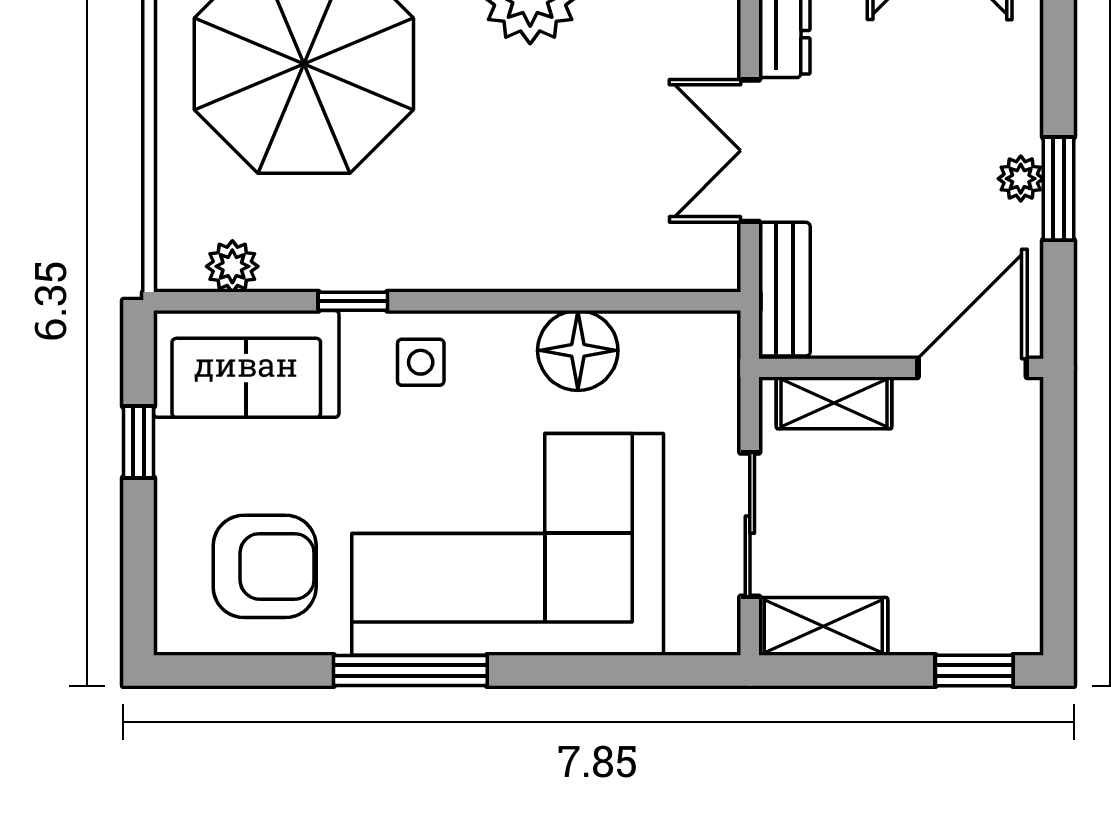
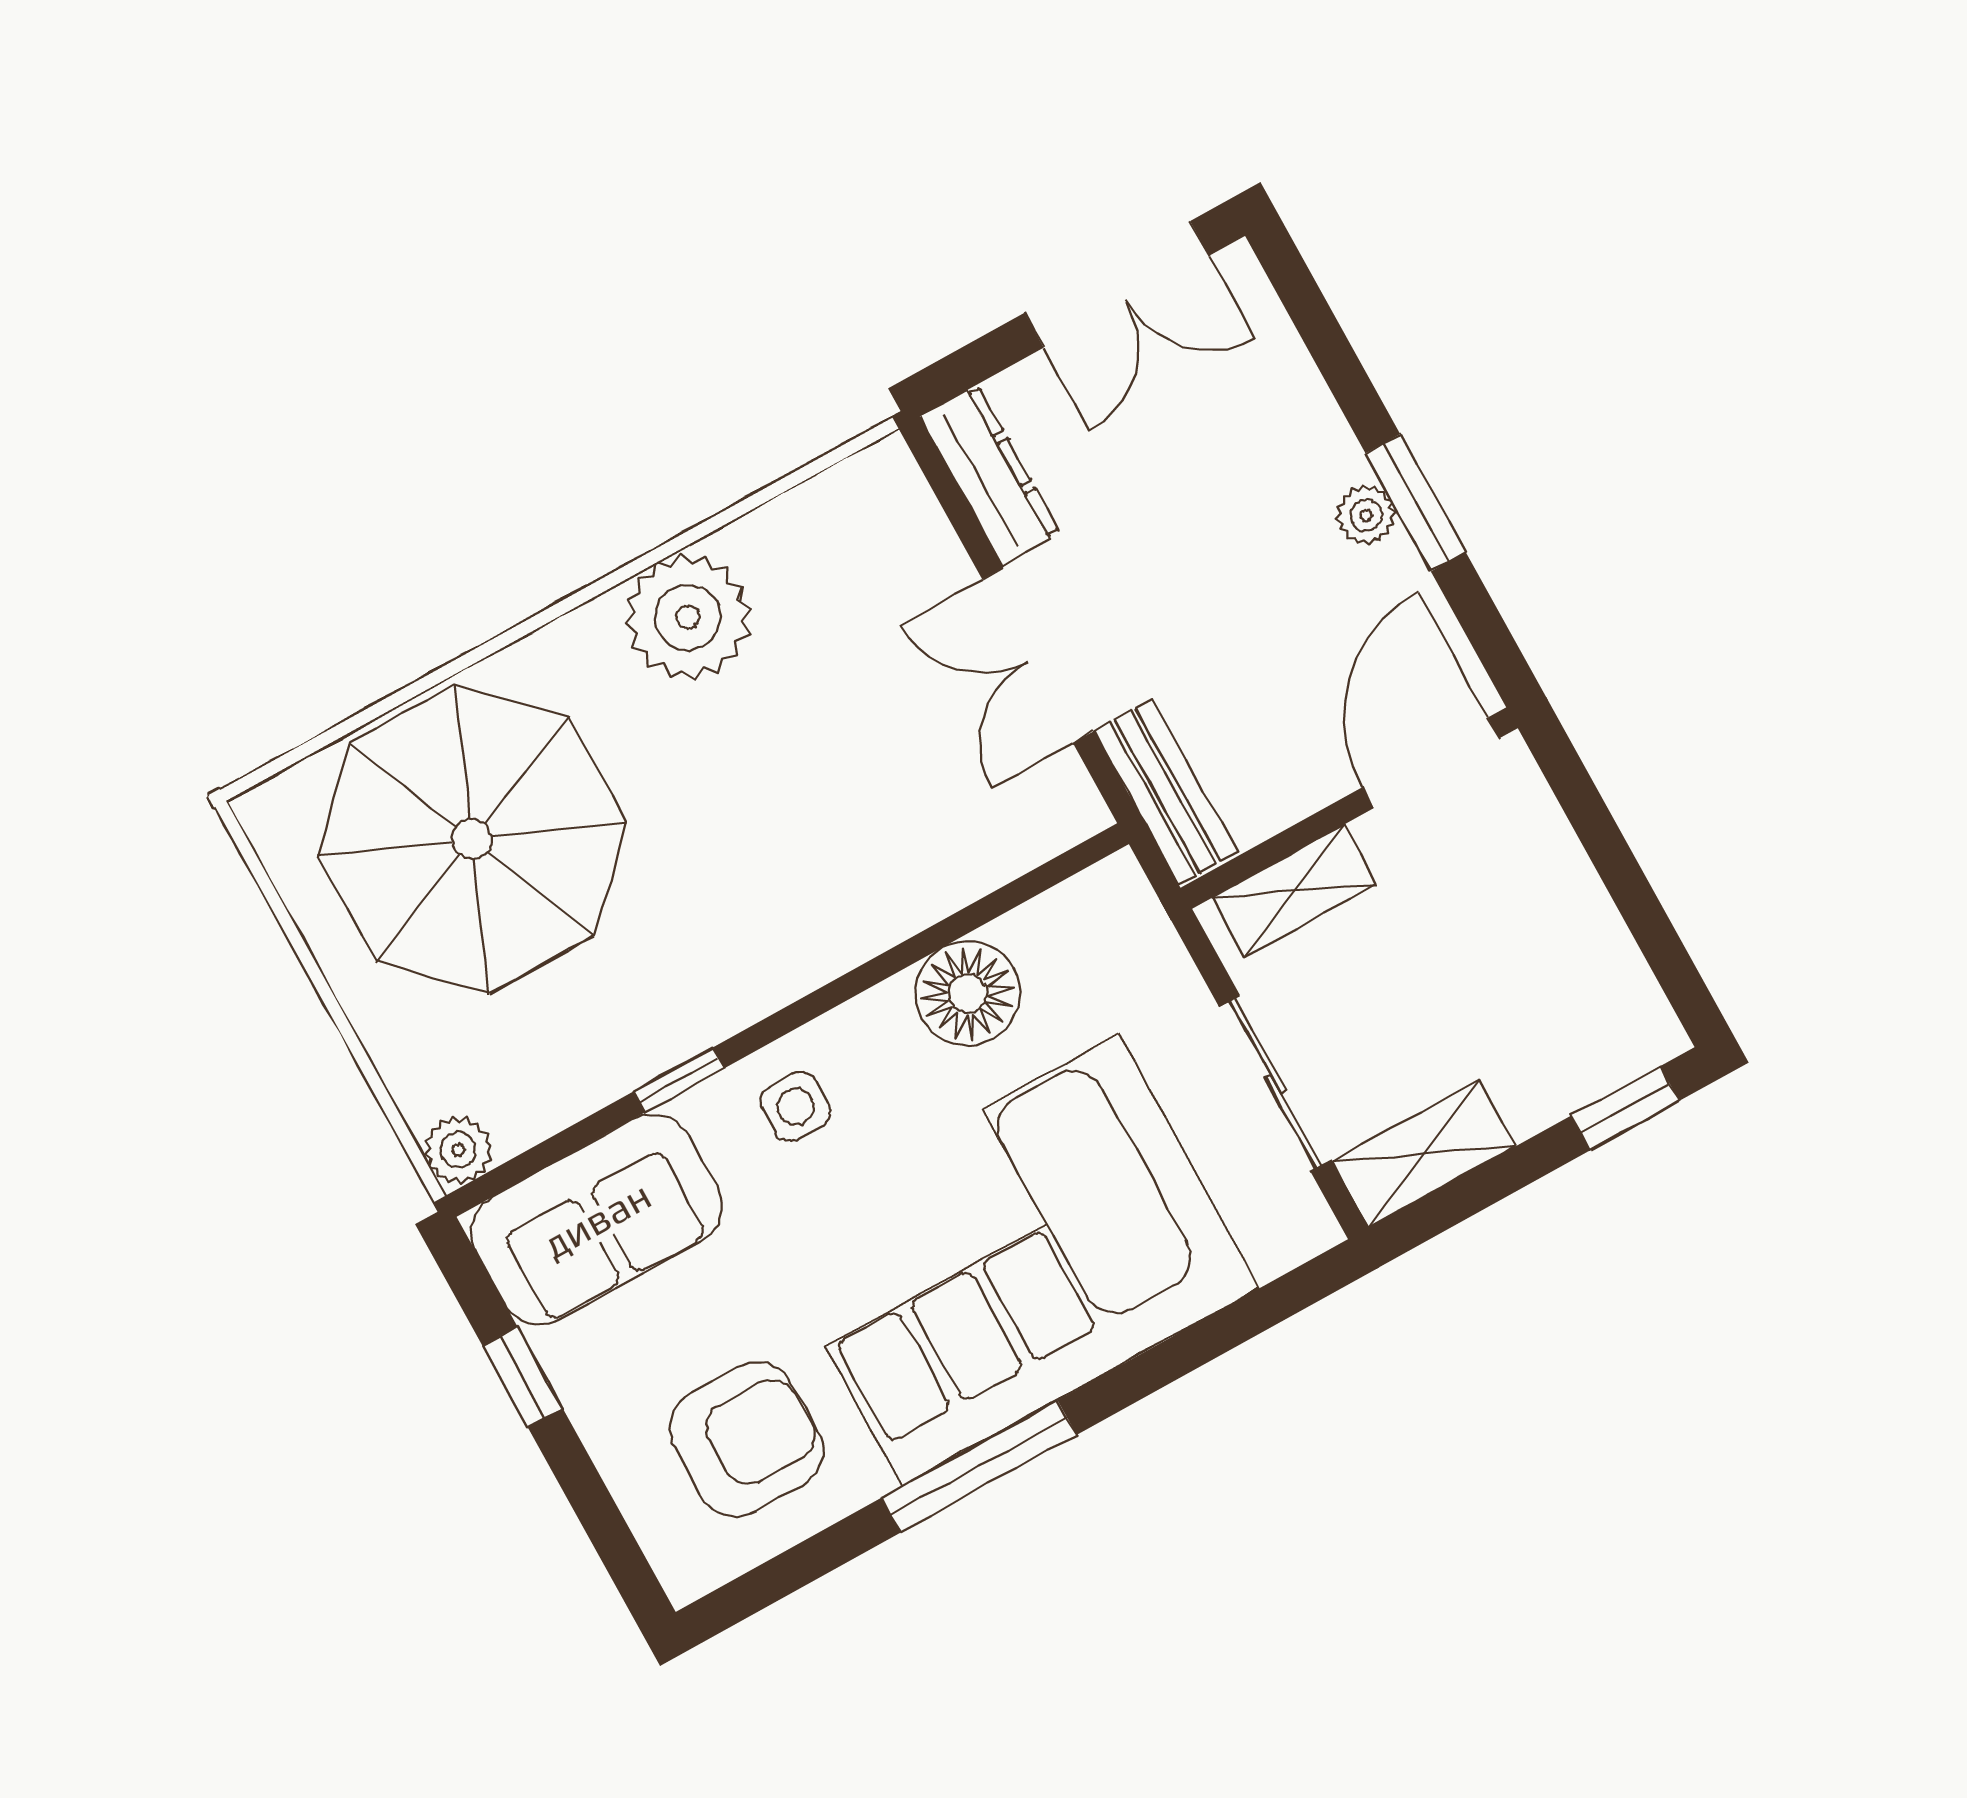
plant: (232, 266) -> (458, 1150), moved

